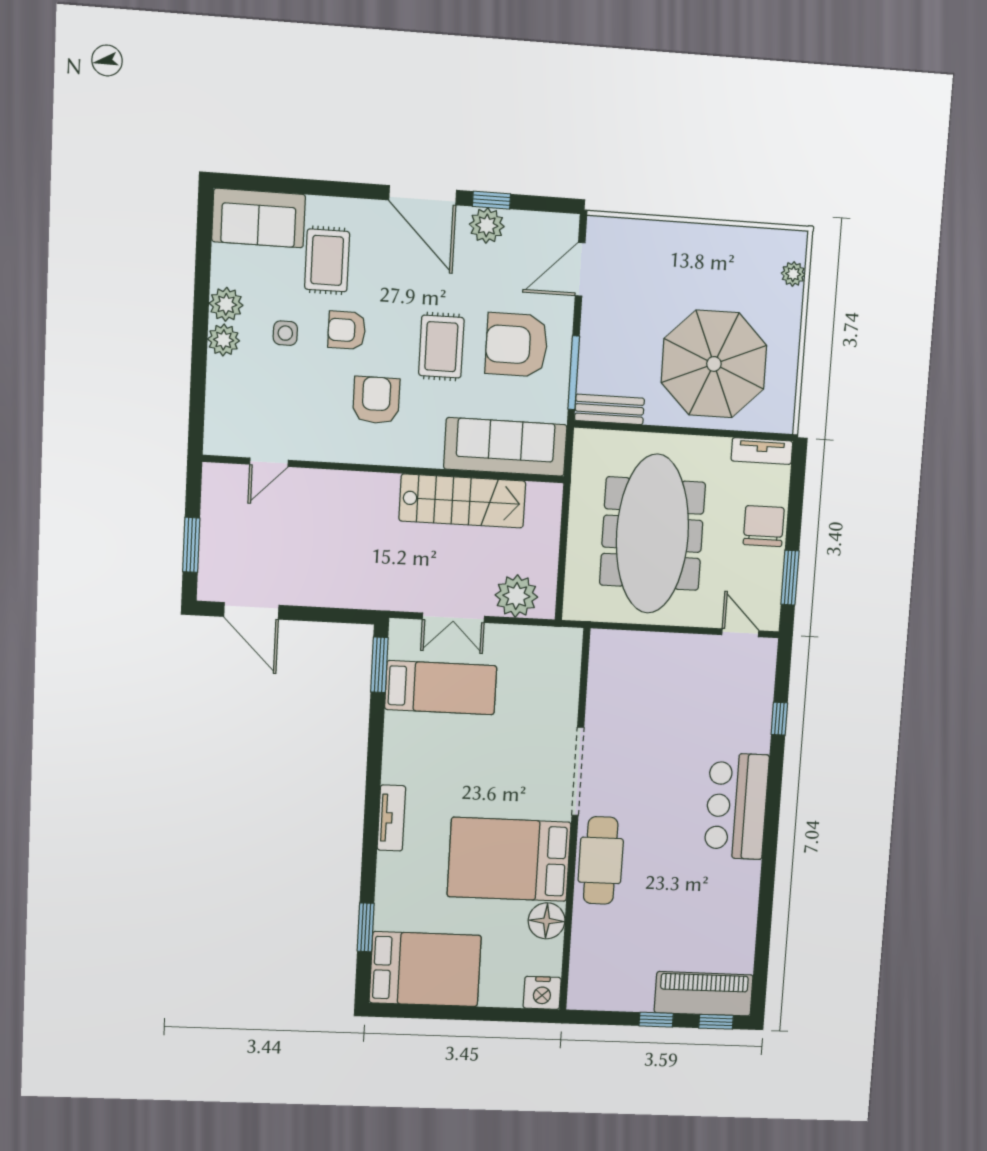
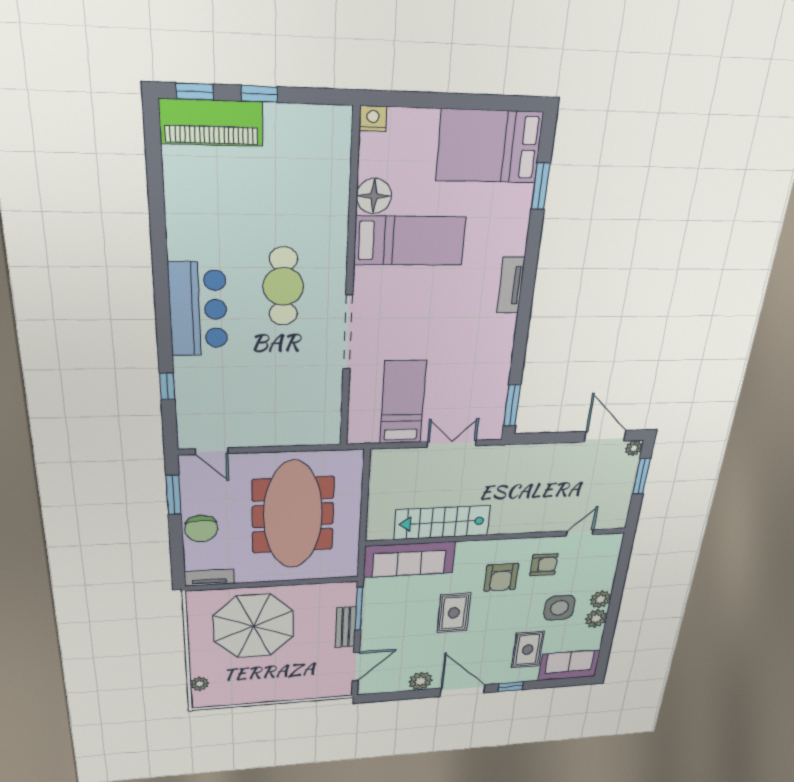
window: (491, 200) -> (510, 687), moved
armchair: (347, 330) -> (544, 565), moved
side table: (285, 333) -> (559, 608), width x1.87, depth x1.87
armchair: (517, 345) -> (401, 620), removed
bench: (609, 409) -> (346, 627), moved, turned 90
plant: (516, 596) -> (634, 448), moved, width x0.53, depth x0.53
bed: (441, 688) -> (403, 402), moved, turned 90
bed: (509, 859) -> (410, 241), width x0.67
cafe table: (601, 860) -> (283, 286), moved
nightstand: (542, 993) -> (373, 119), width x0.74, depth x0.75

